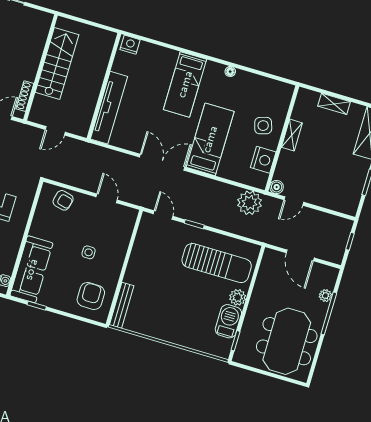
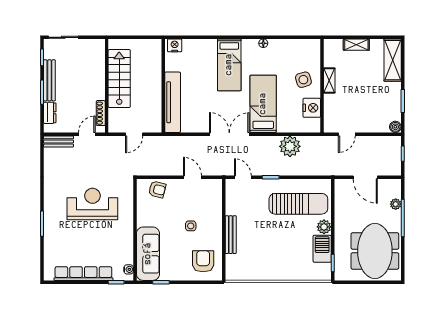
boiler: (277, 187) -> (395, 127), moved
plant: (250, 203) -> (290, 146), moved
bench: (122, 305) -> (231, 235), moved

